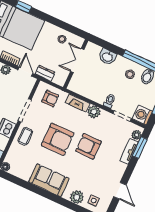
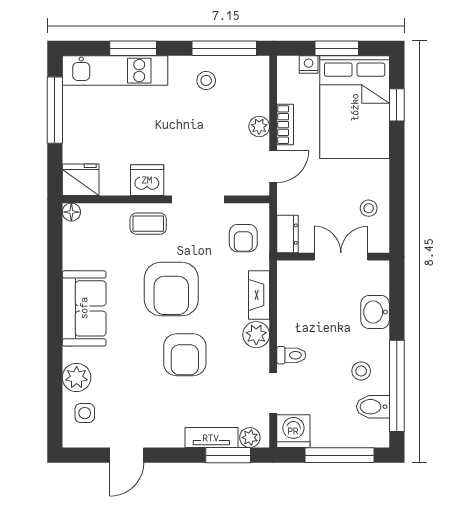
dresser: (45, 73) -> (288, 234), moved
armchair: (88, 146) -> (185, 355), turned 180

